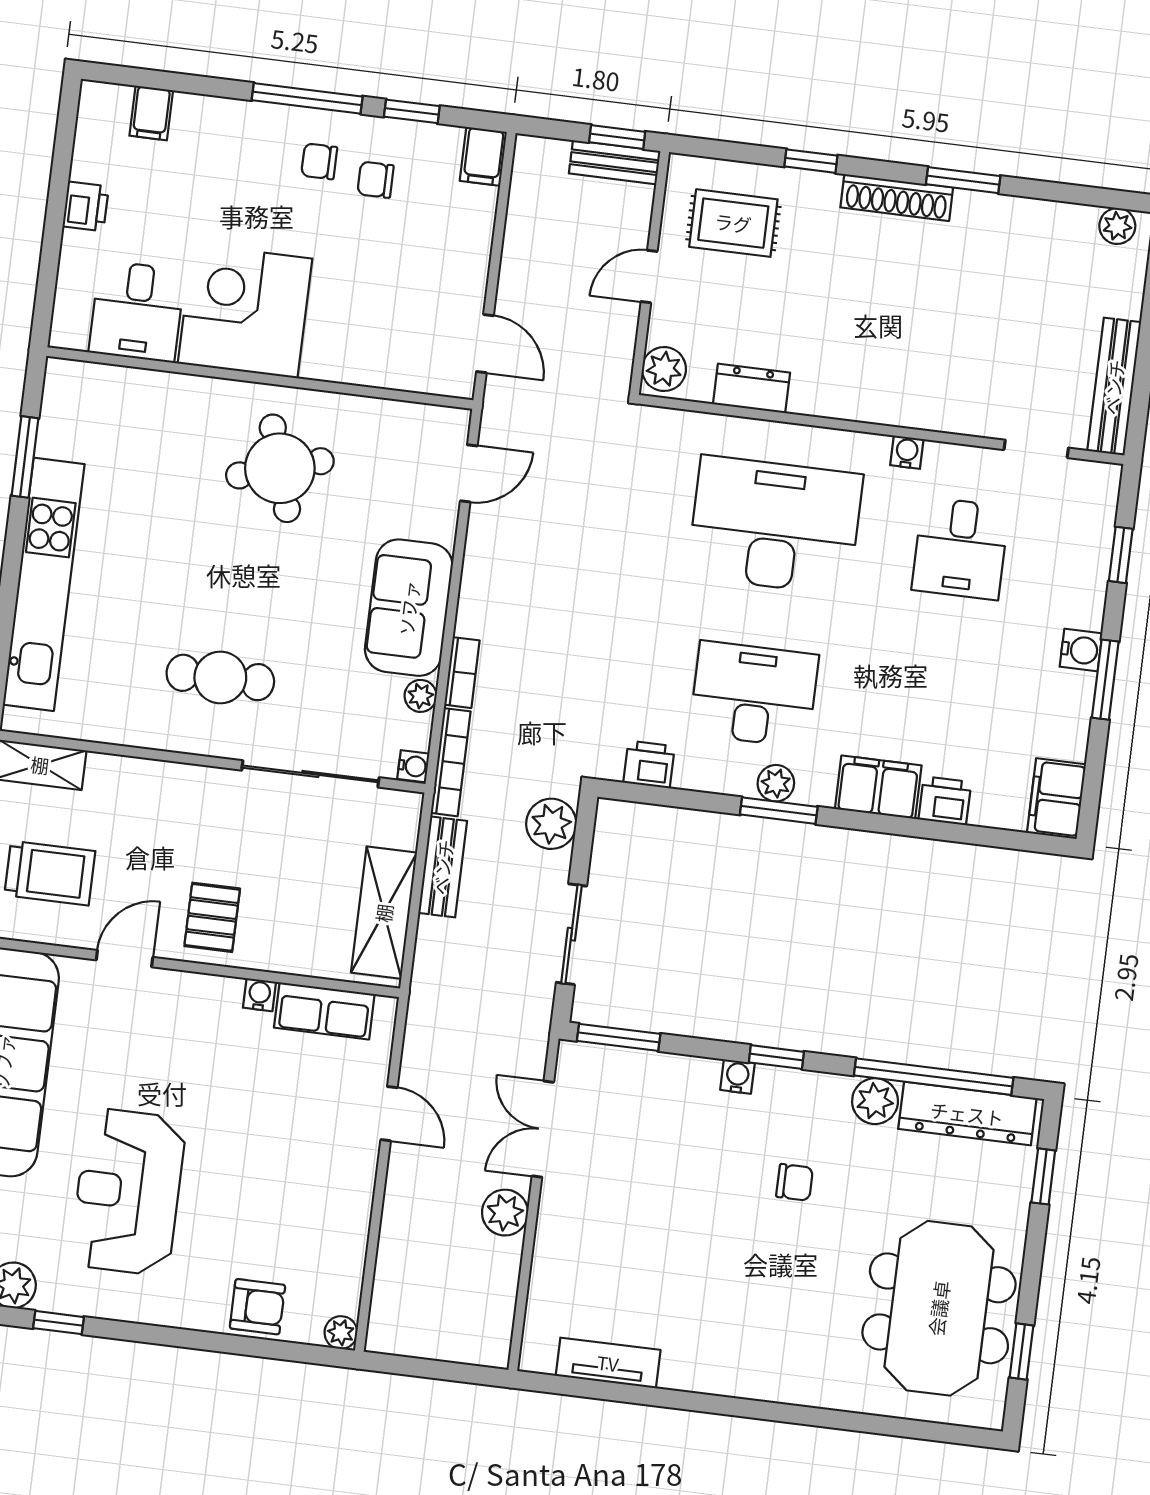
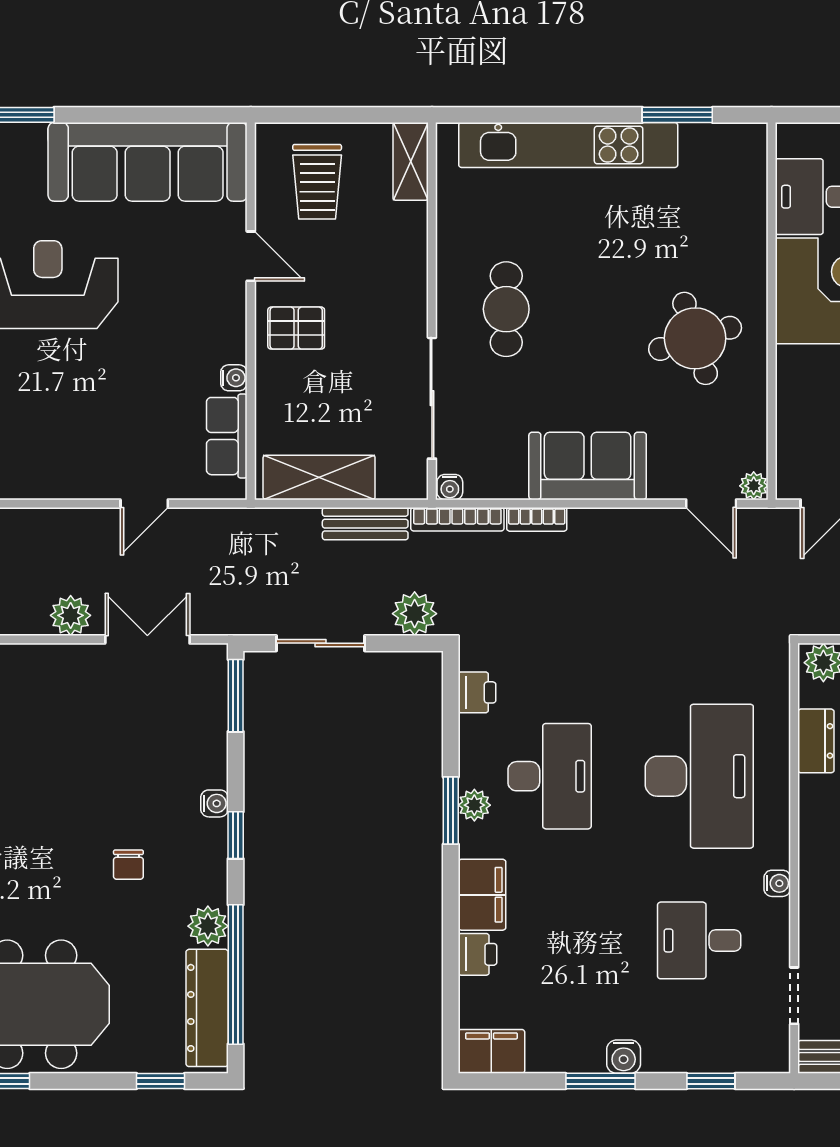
plant: (421, 696) -> (754, 486), moved

